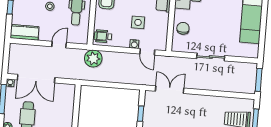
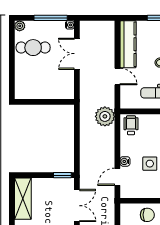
kitchen counter: (24, 32) -> (128, 44), width x1.50
double door: (36, 79) -> (77, 54), width x0.73
window: (141, 114) -> (62, 175), moved

